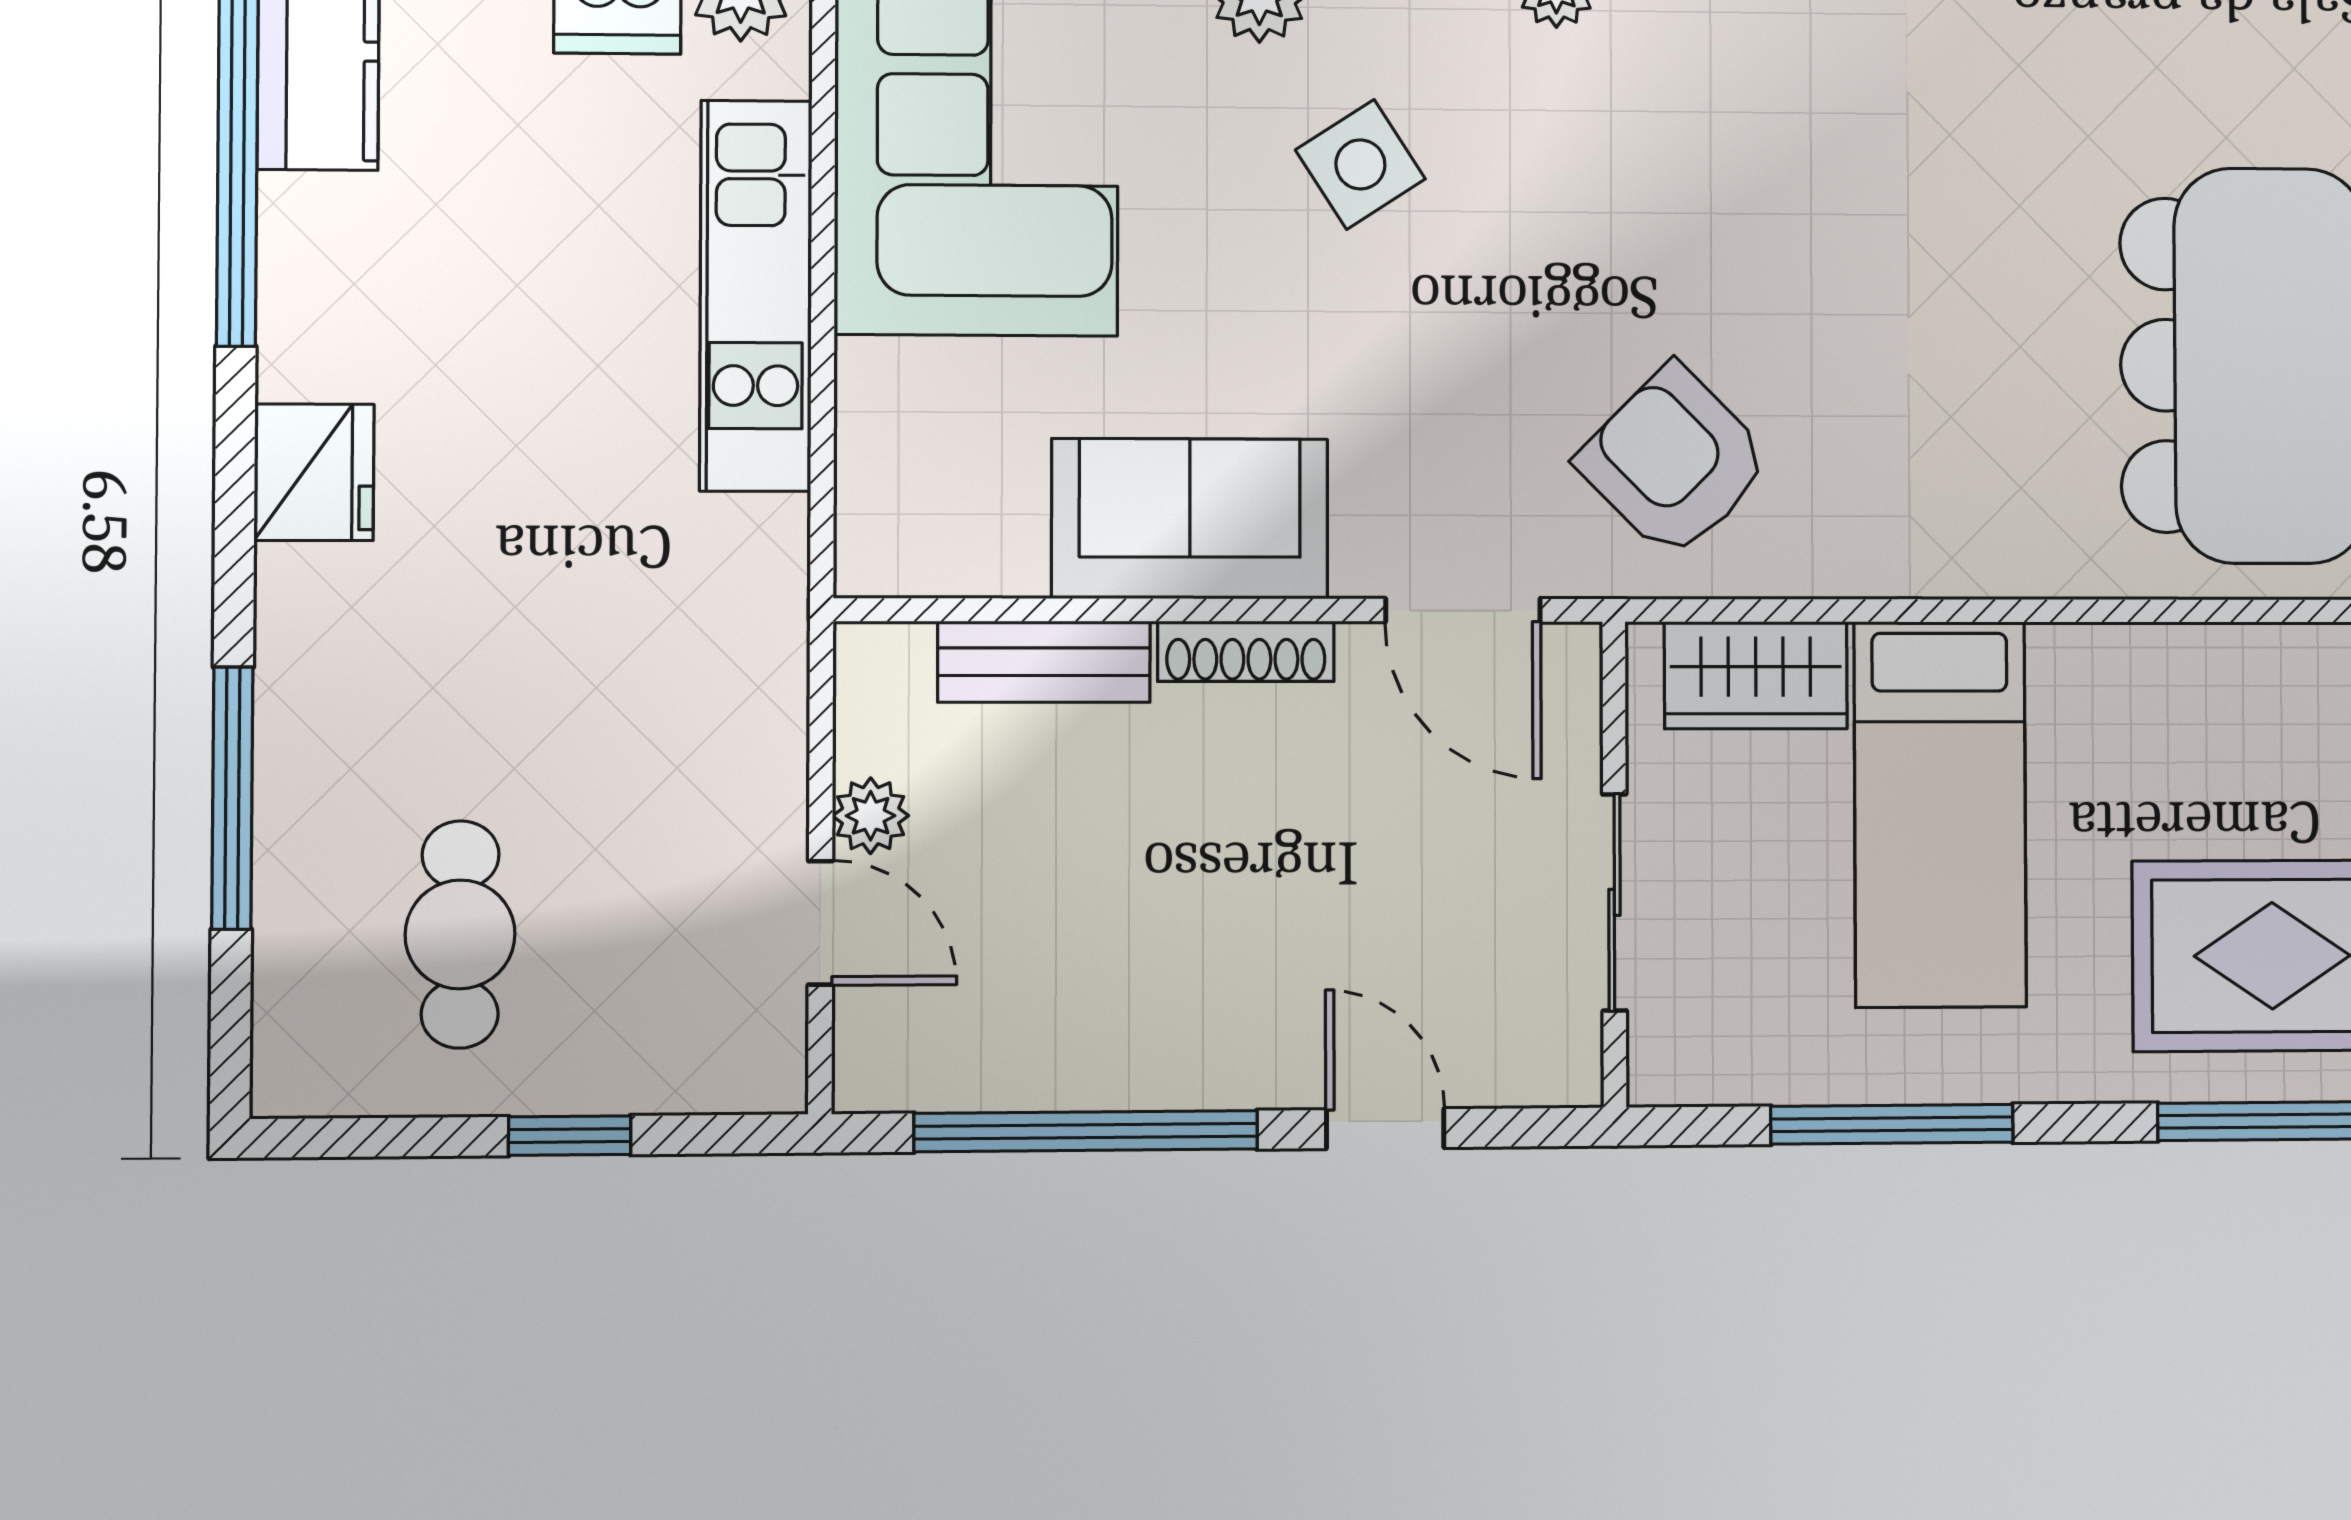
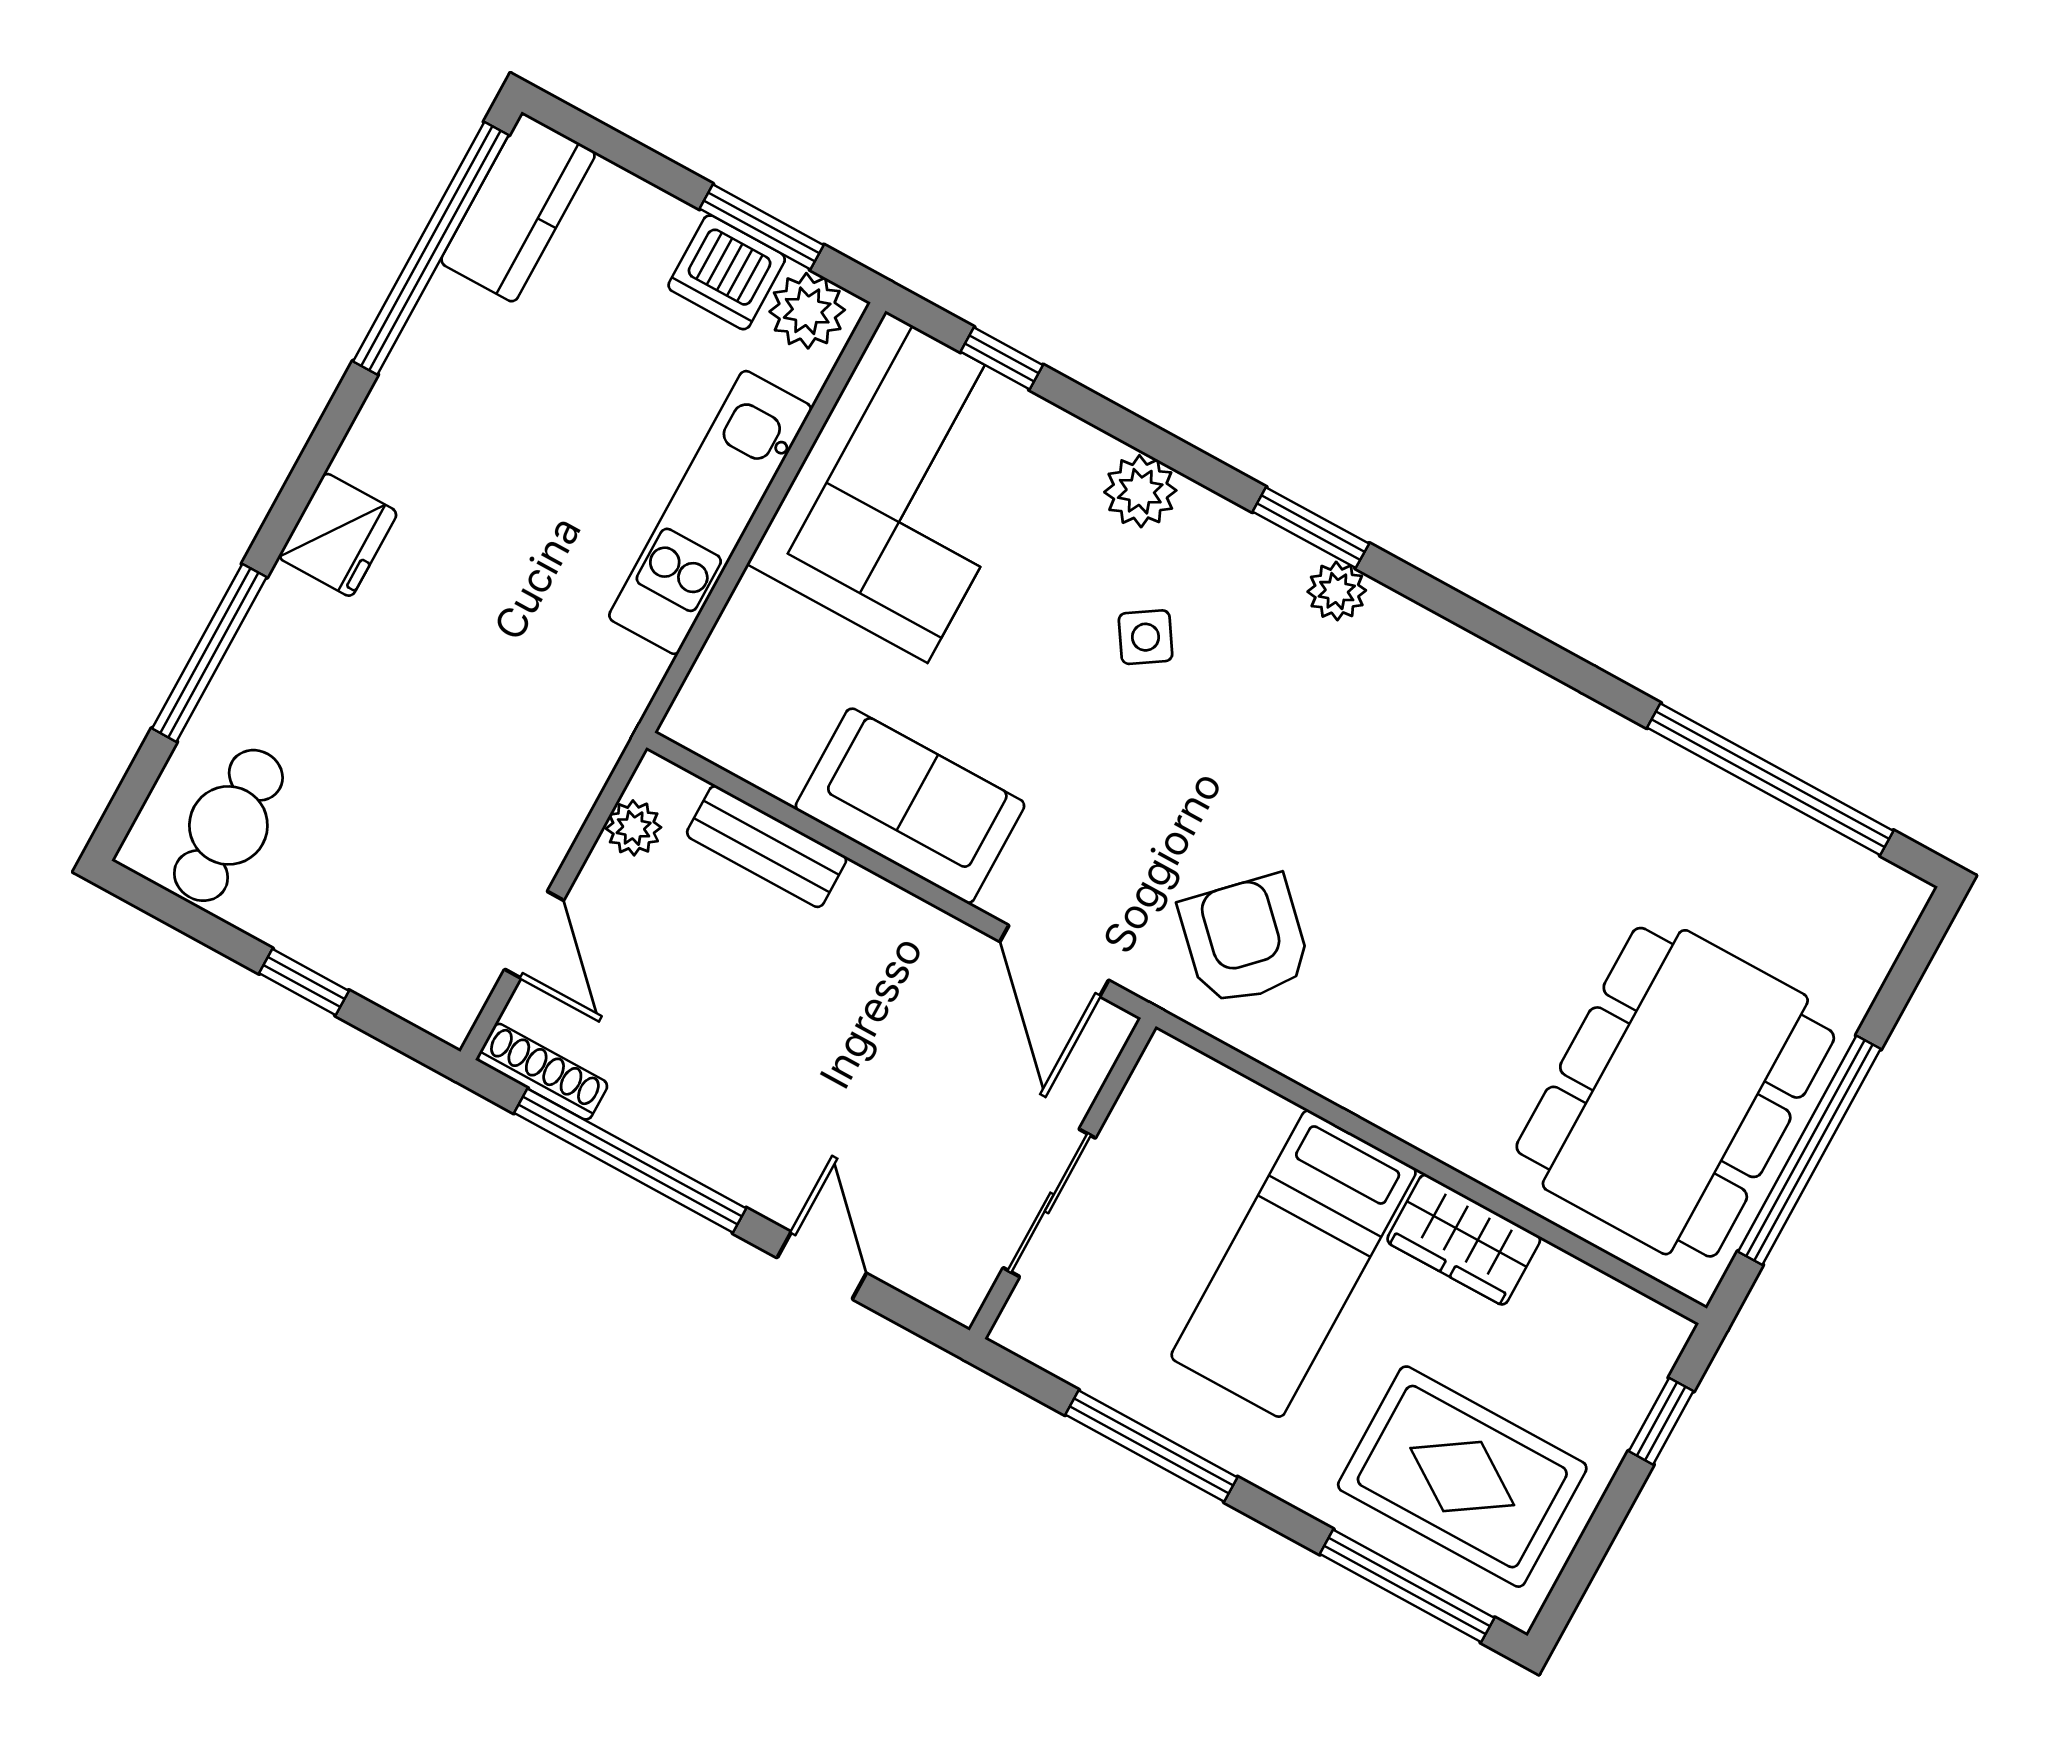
side table: (1360, 164) -> (1146, 637), width x0.73, depth x0.73
fridge: (314, 472) -> (338, 535), moved
shoe rack: (1246, 651) -> (542, 1072), moved, turned 180
wardrobe: (1756, 675) -> (1464, 1240), moved
plant: (871, 816) -> (634, 828), moved
cafe table: (460, 934) -> (228, 825), moved

